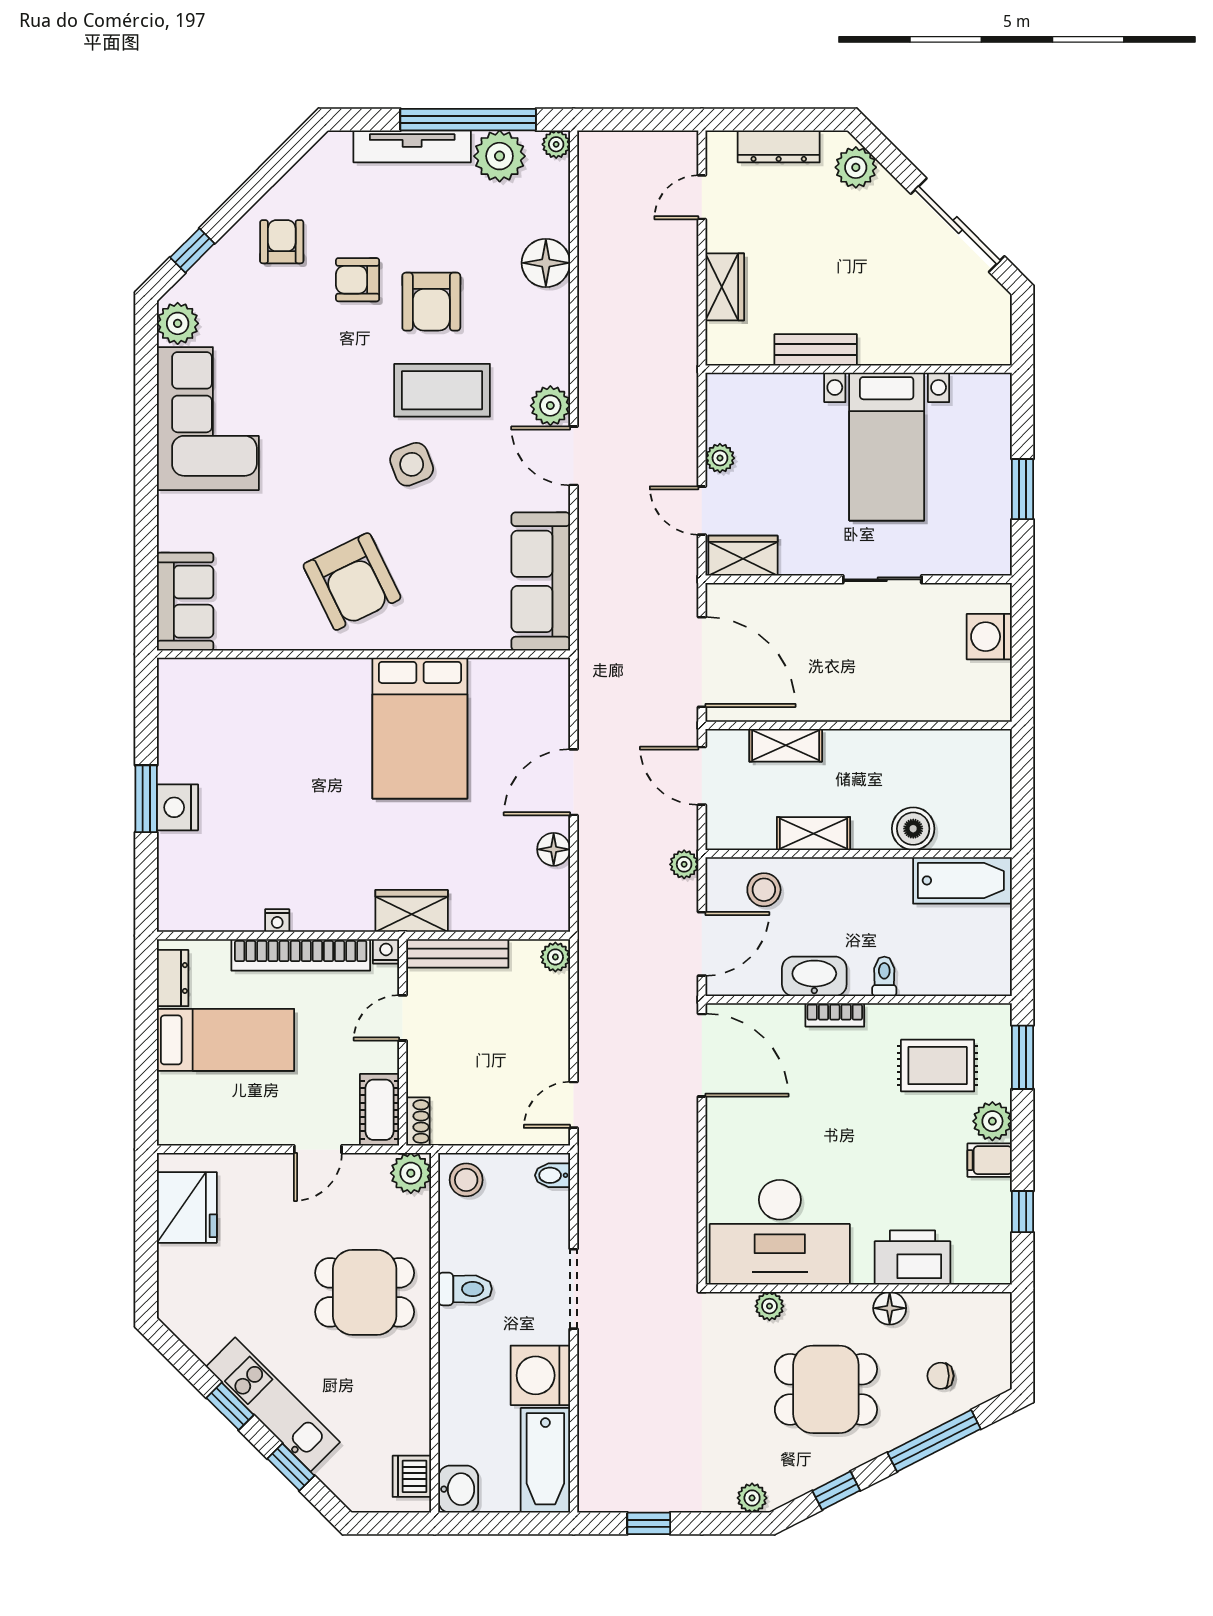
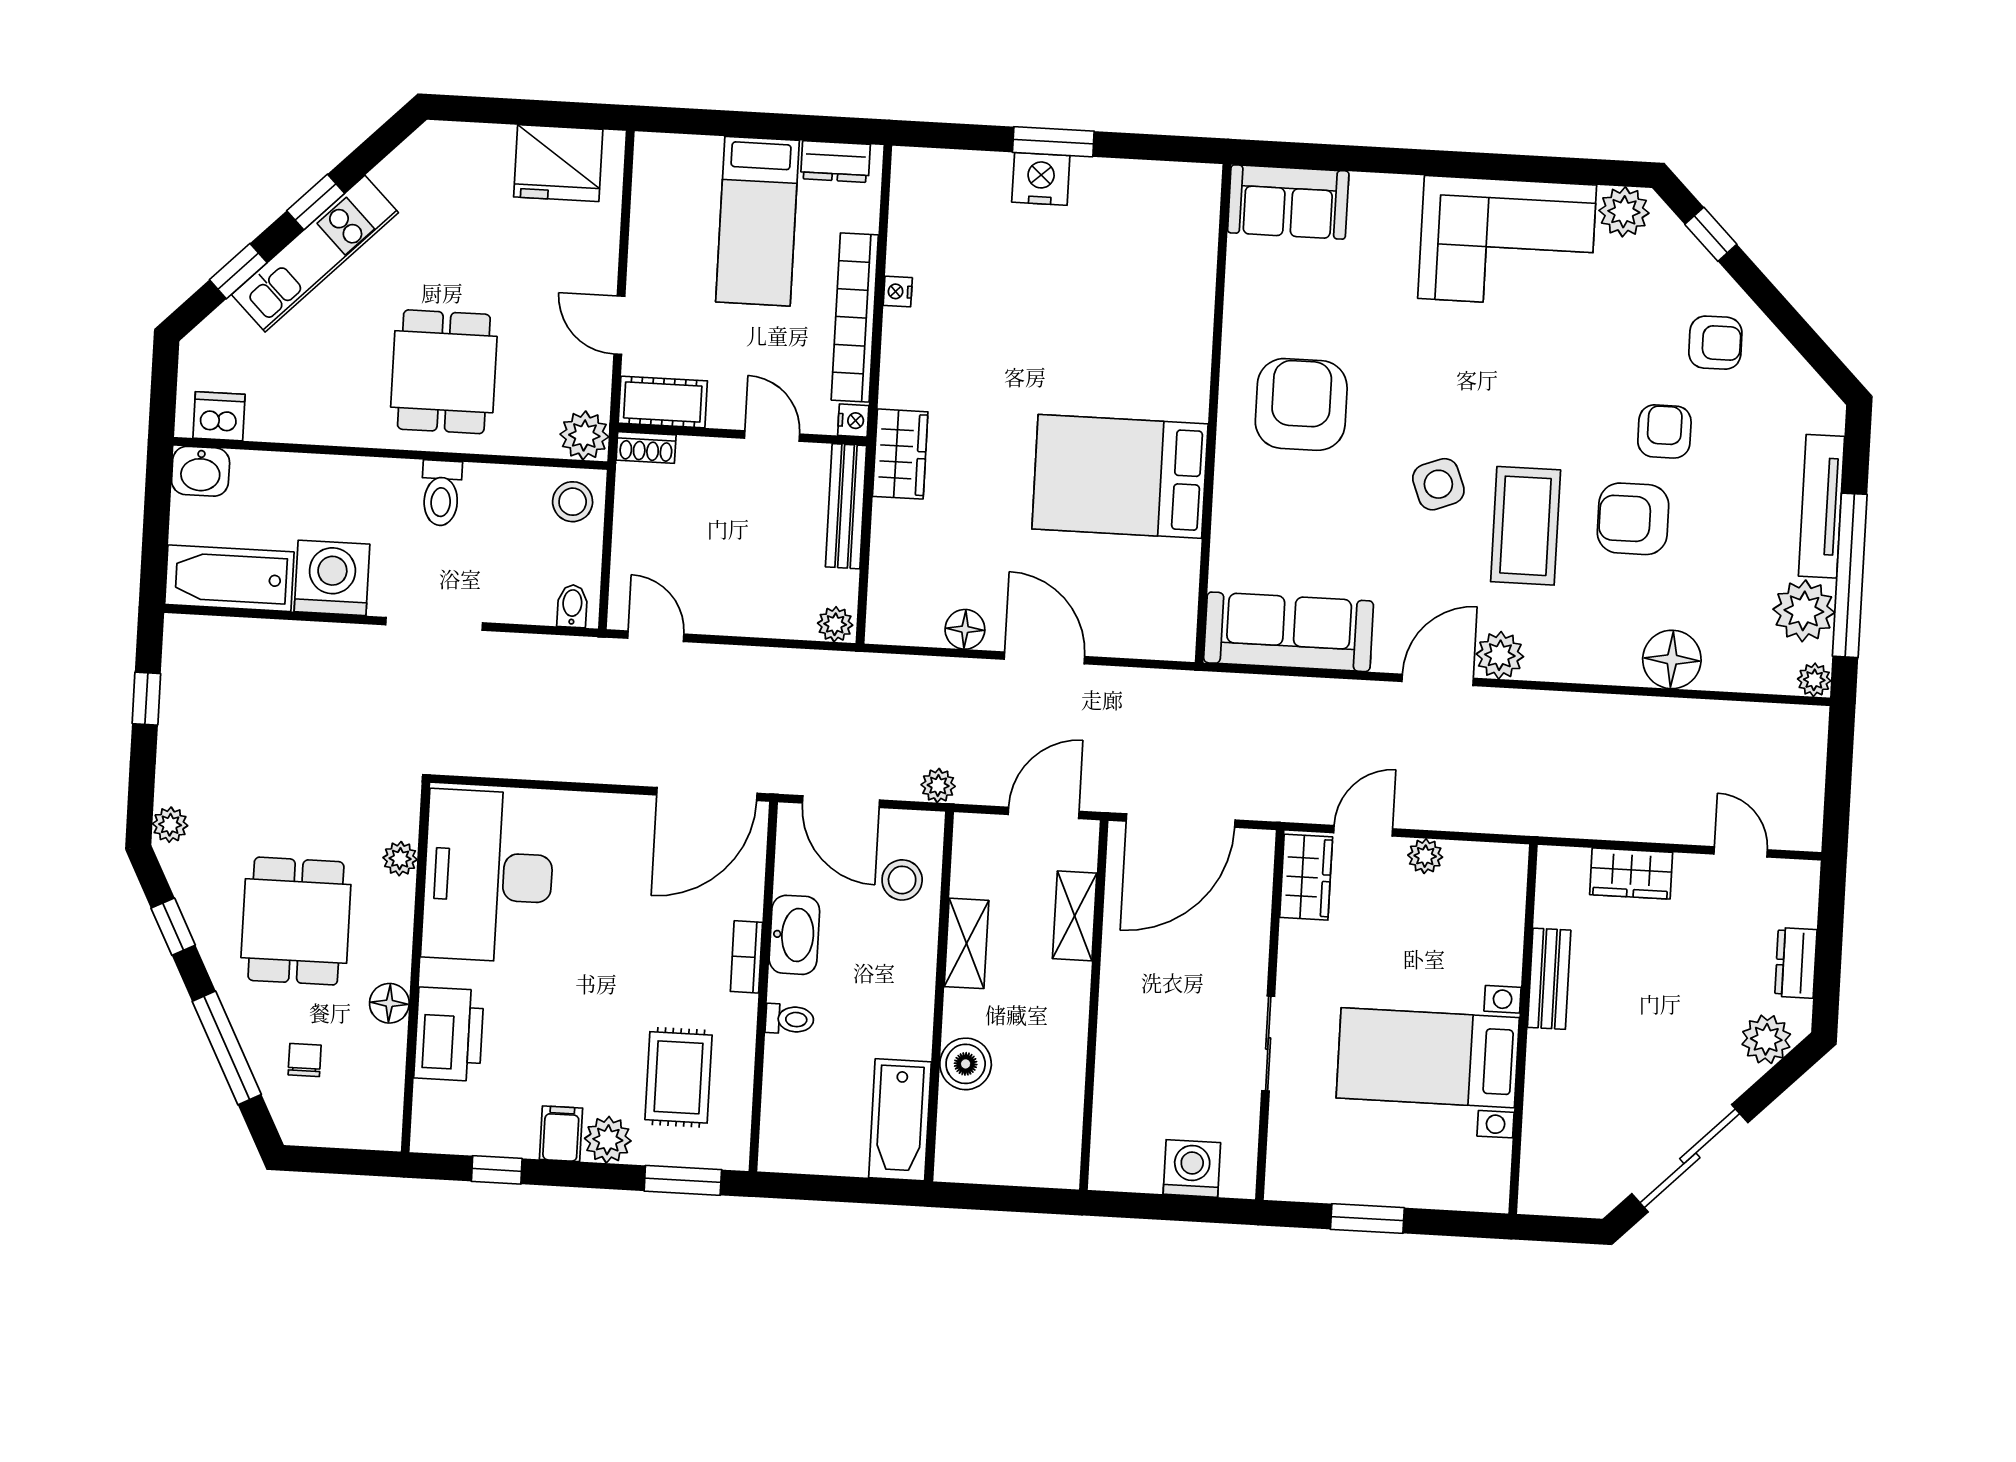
dresser: (779, 146) -> (1796, 963), width x0.70
armchair: (352, 582) -> (1301, 404), turned 116

